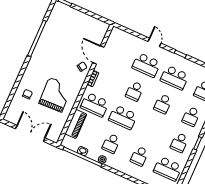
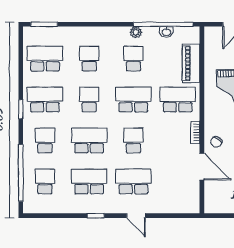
school desk: (163, 104) -> (89, 140), width x1.85
school desk: (151, 130) -> (89, 100), added
school desk: (179, 143) -> (45, 100), width x1.85

